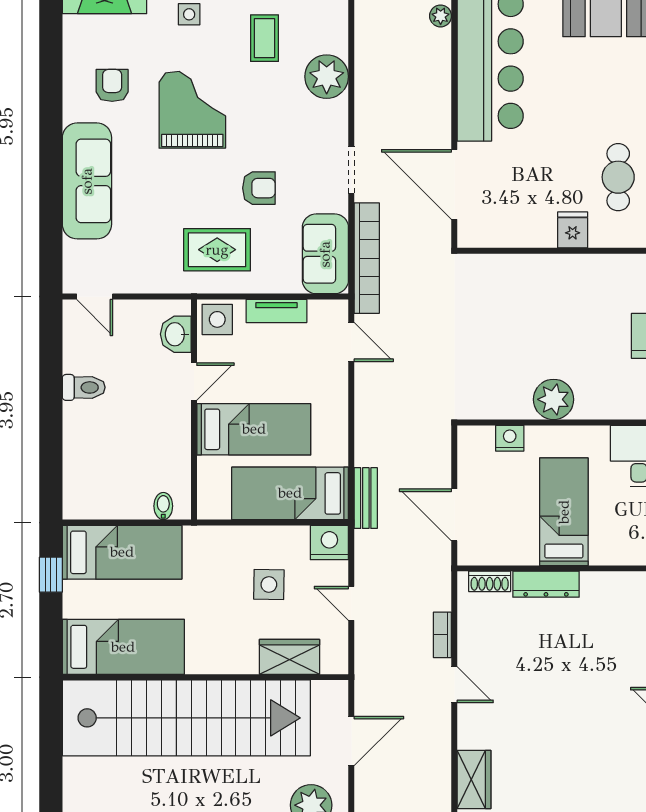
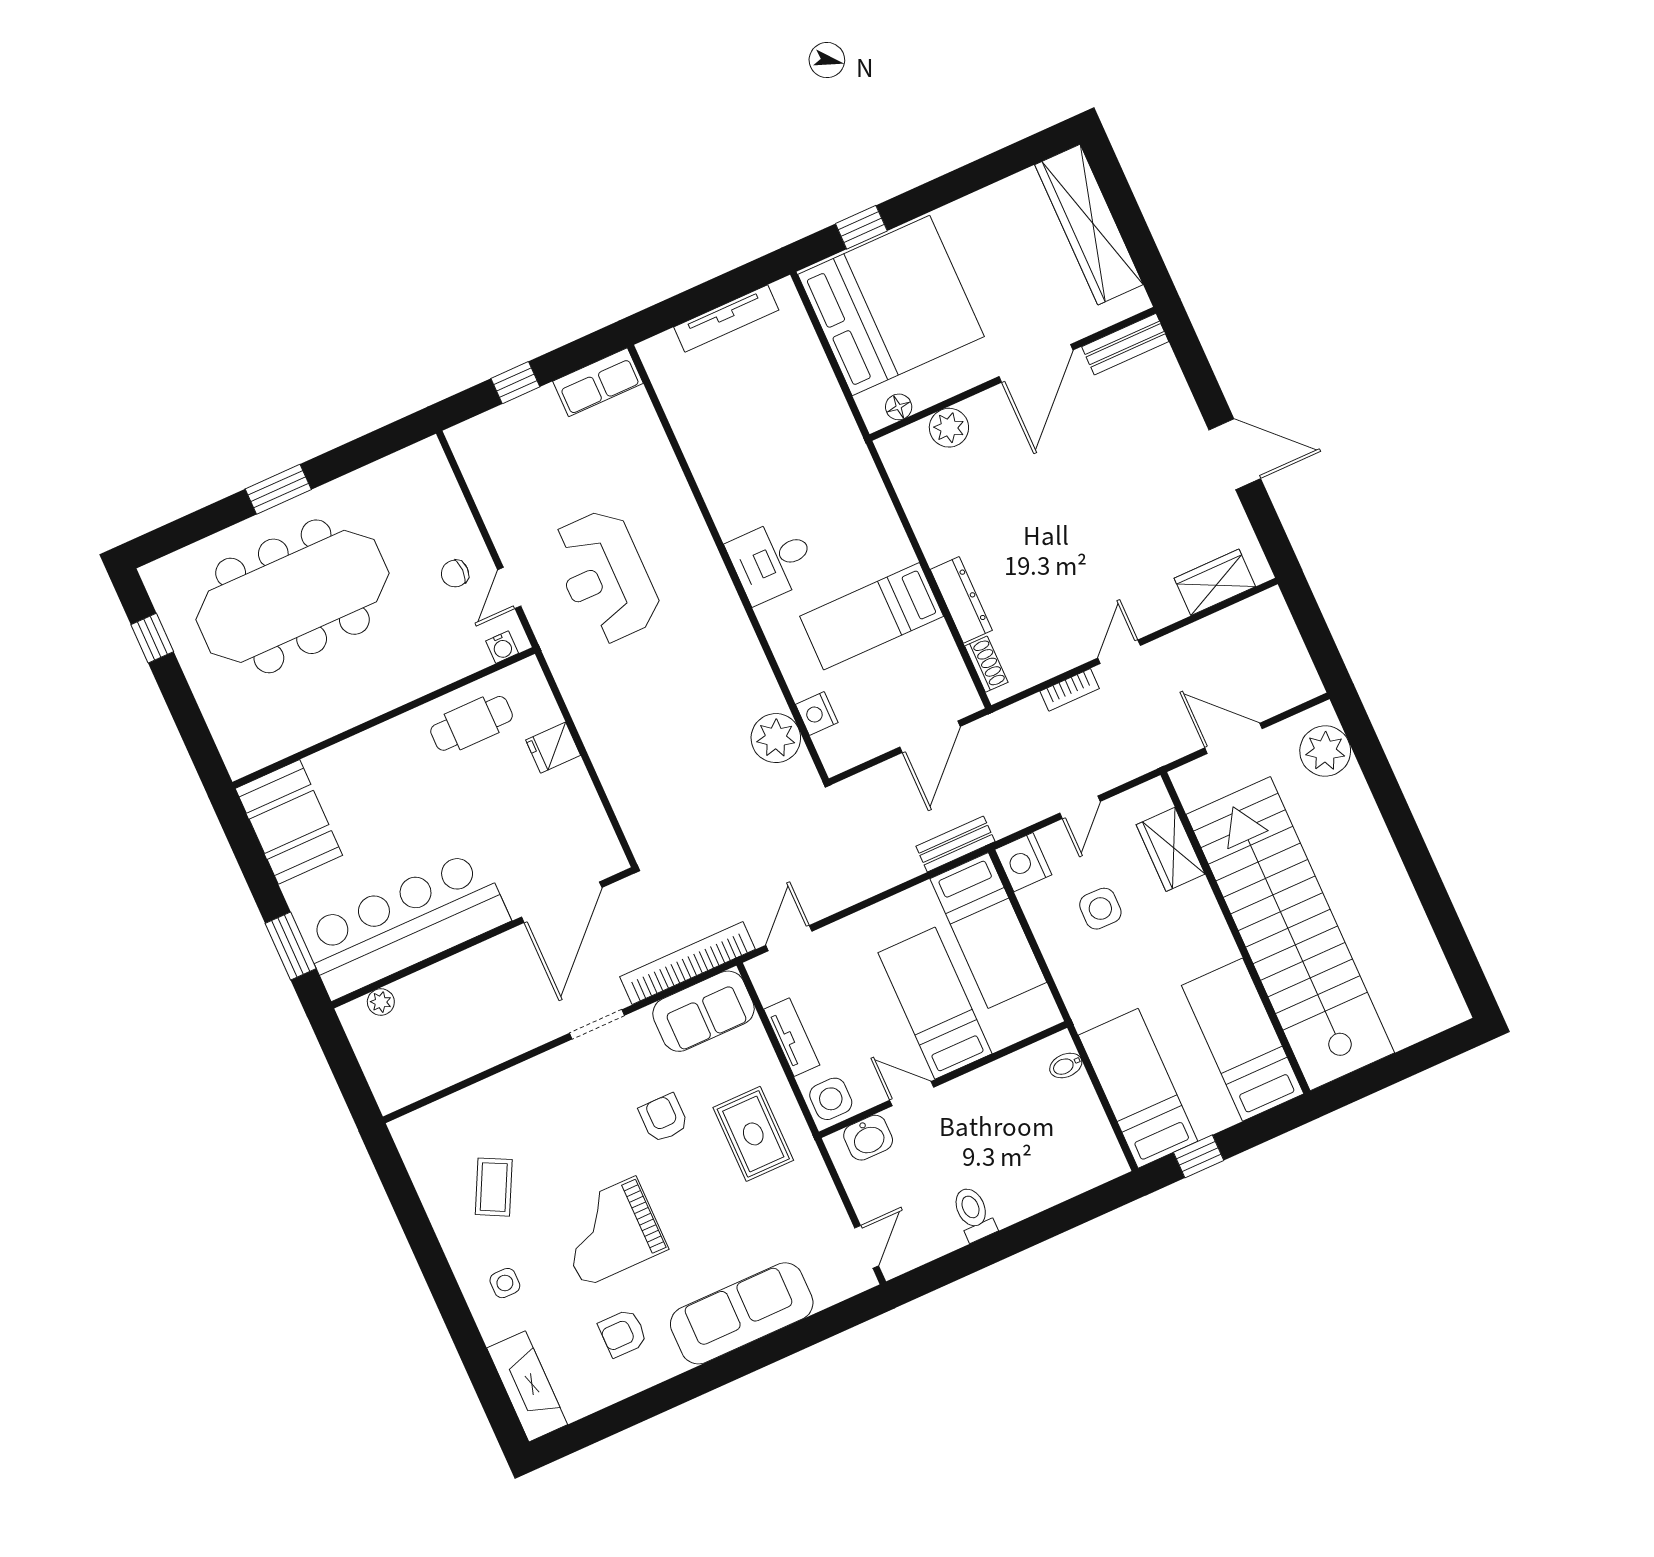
coffee table: (265, 38) -> (494, 1187), turned -63
plant: (327, 77) -> (505, 1099), removed
plant: (554, 399) -> (776, 738), moved

